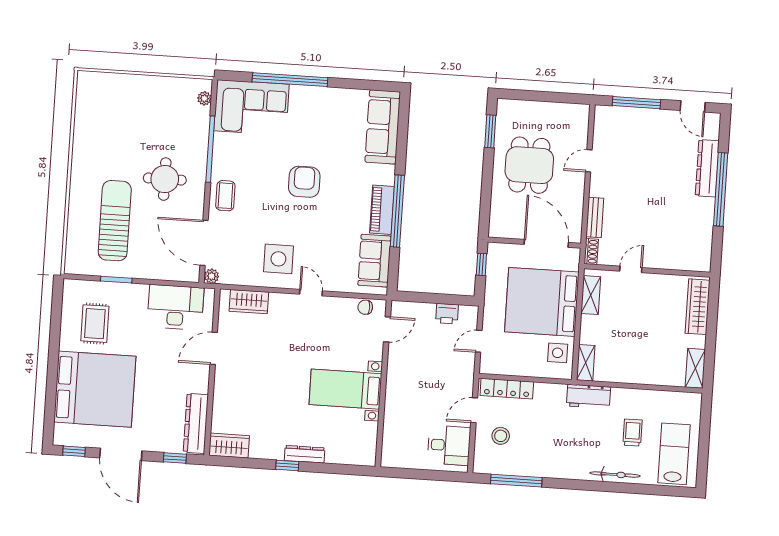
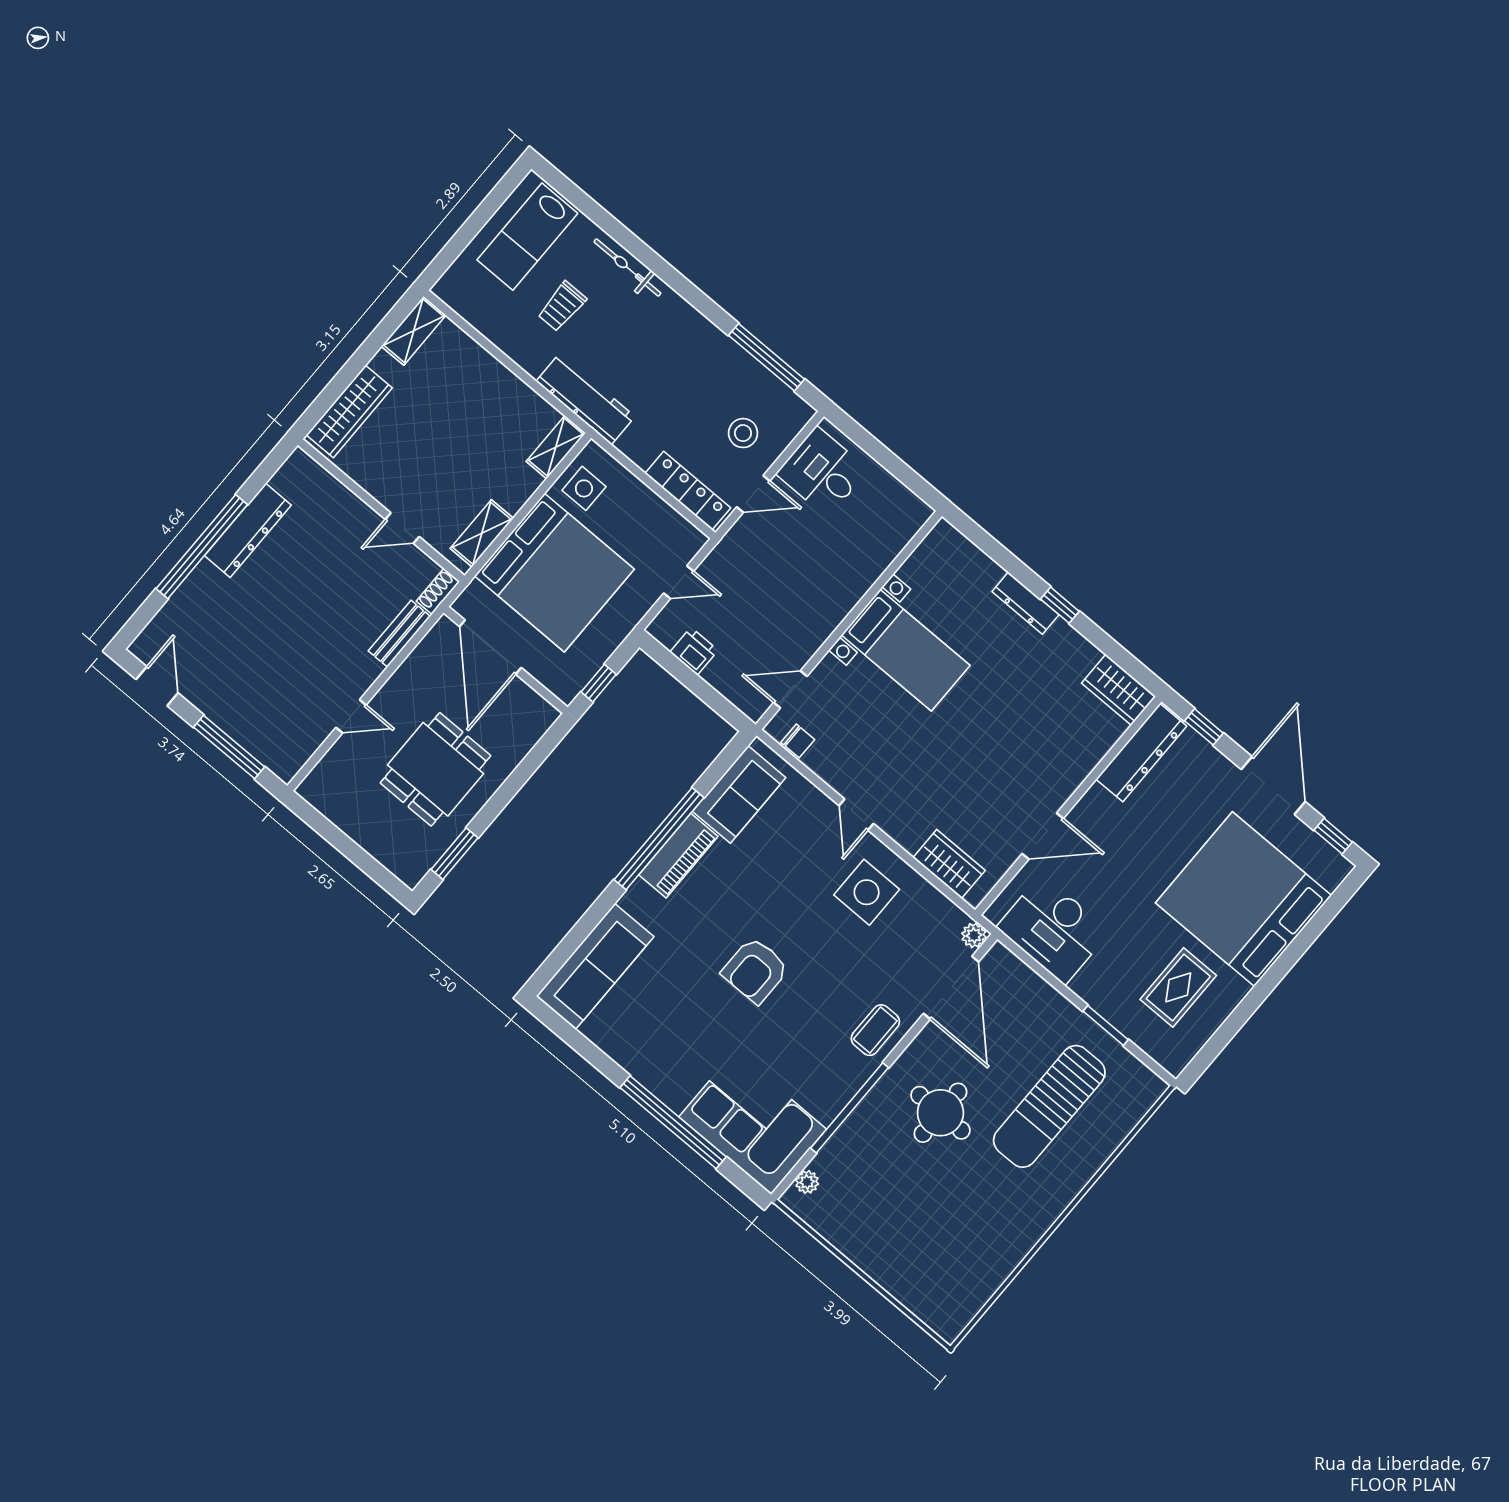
dresser: (707, 168) -> (248, 530), moved
workbench: (589, 396) -> (586, 399), width x1.38

